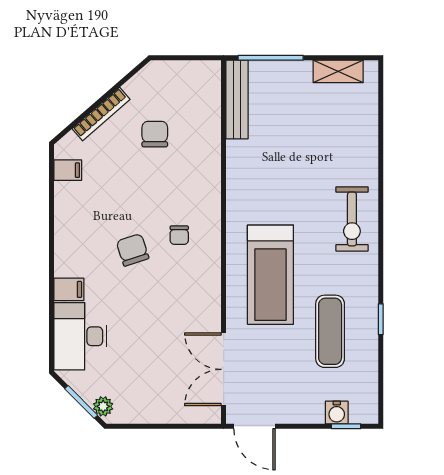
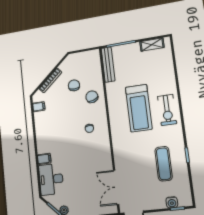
chair: (133, 250) -> (92, 97), moved
treadmill: (270, 275) -> (139, 108), moved

